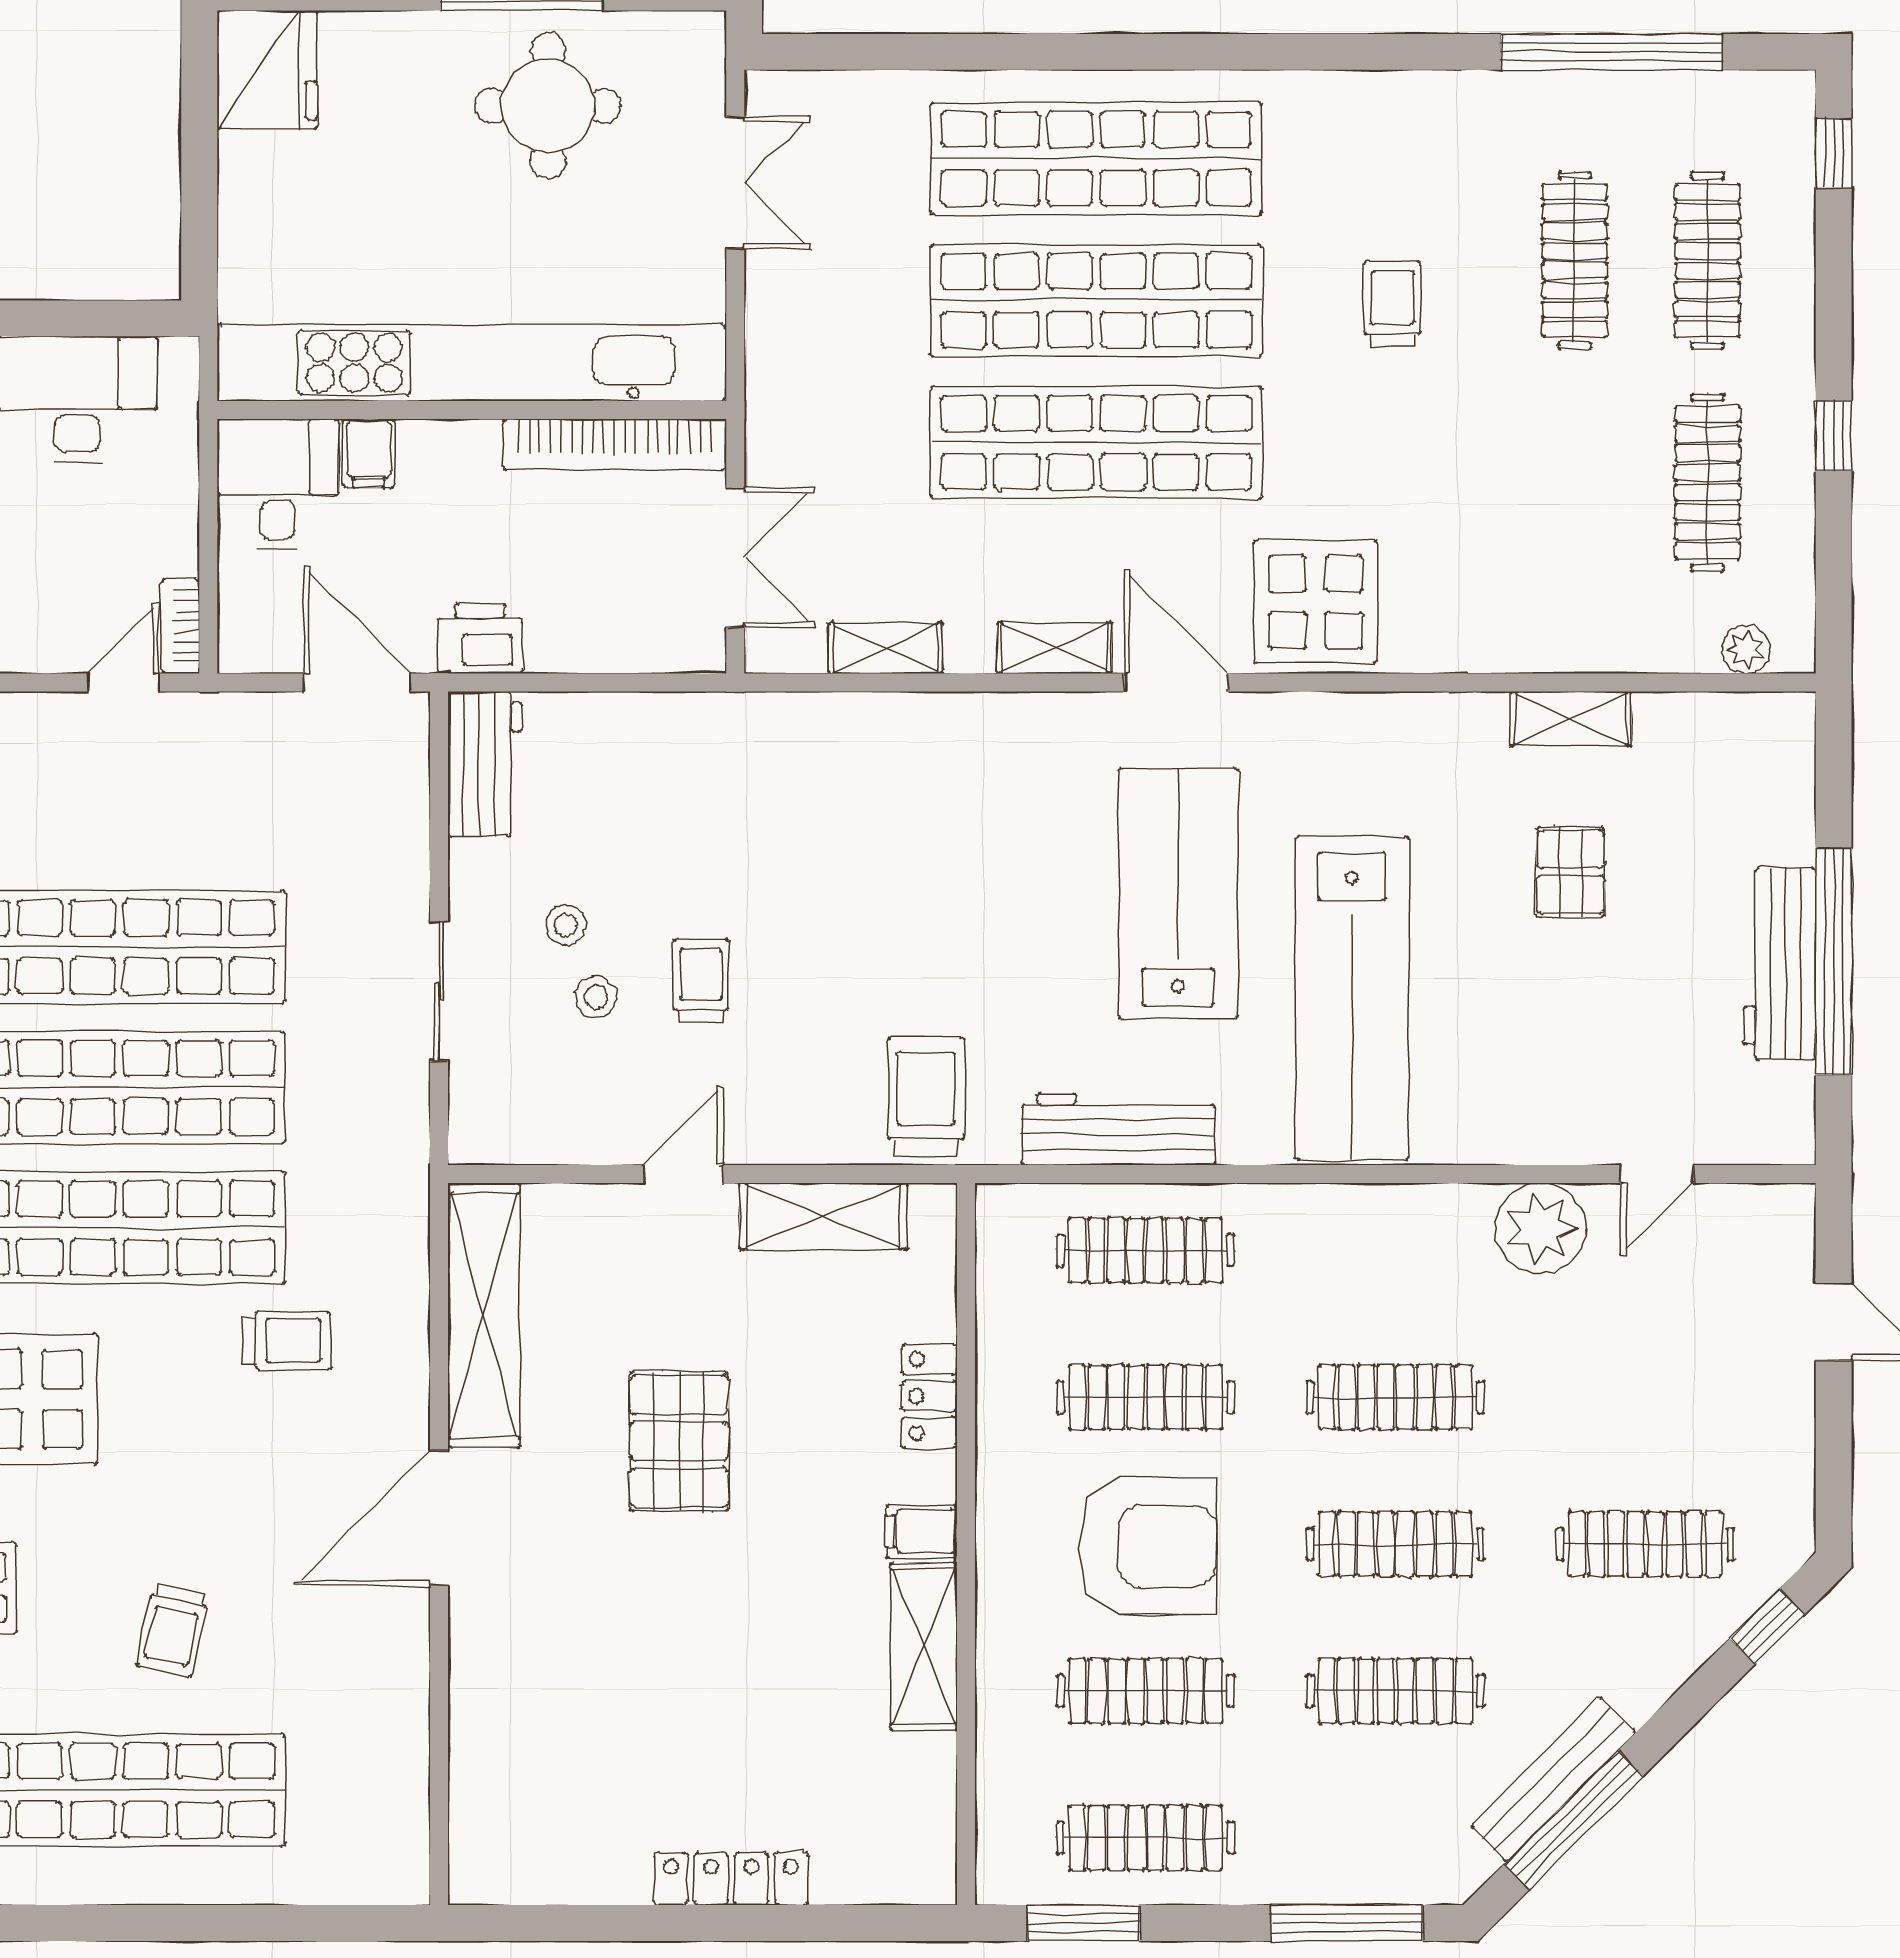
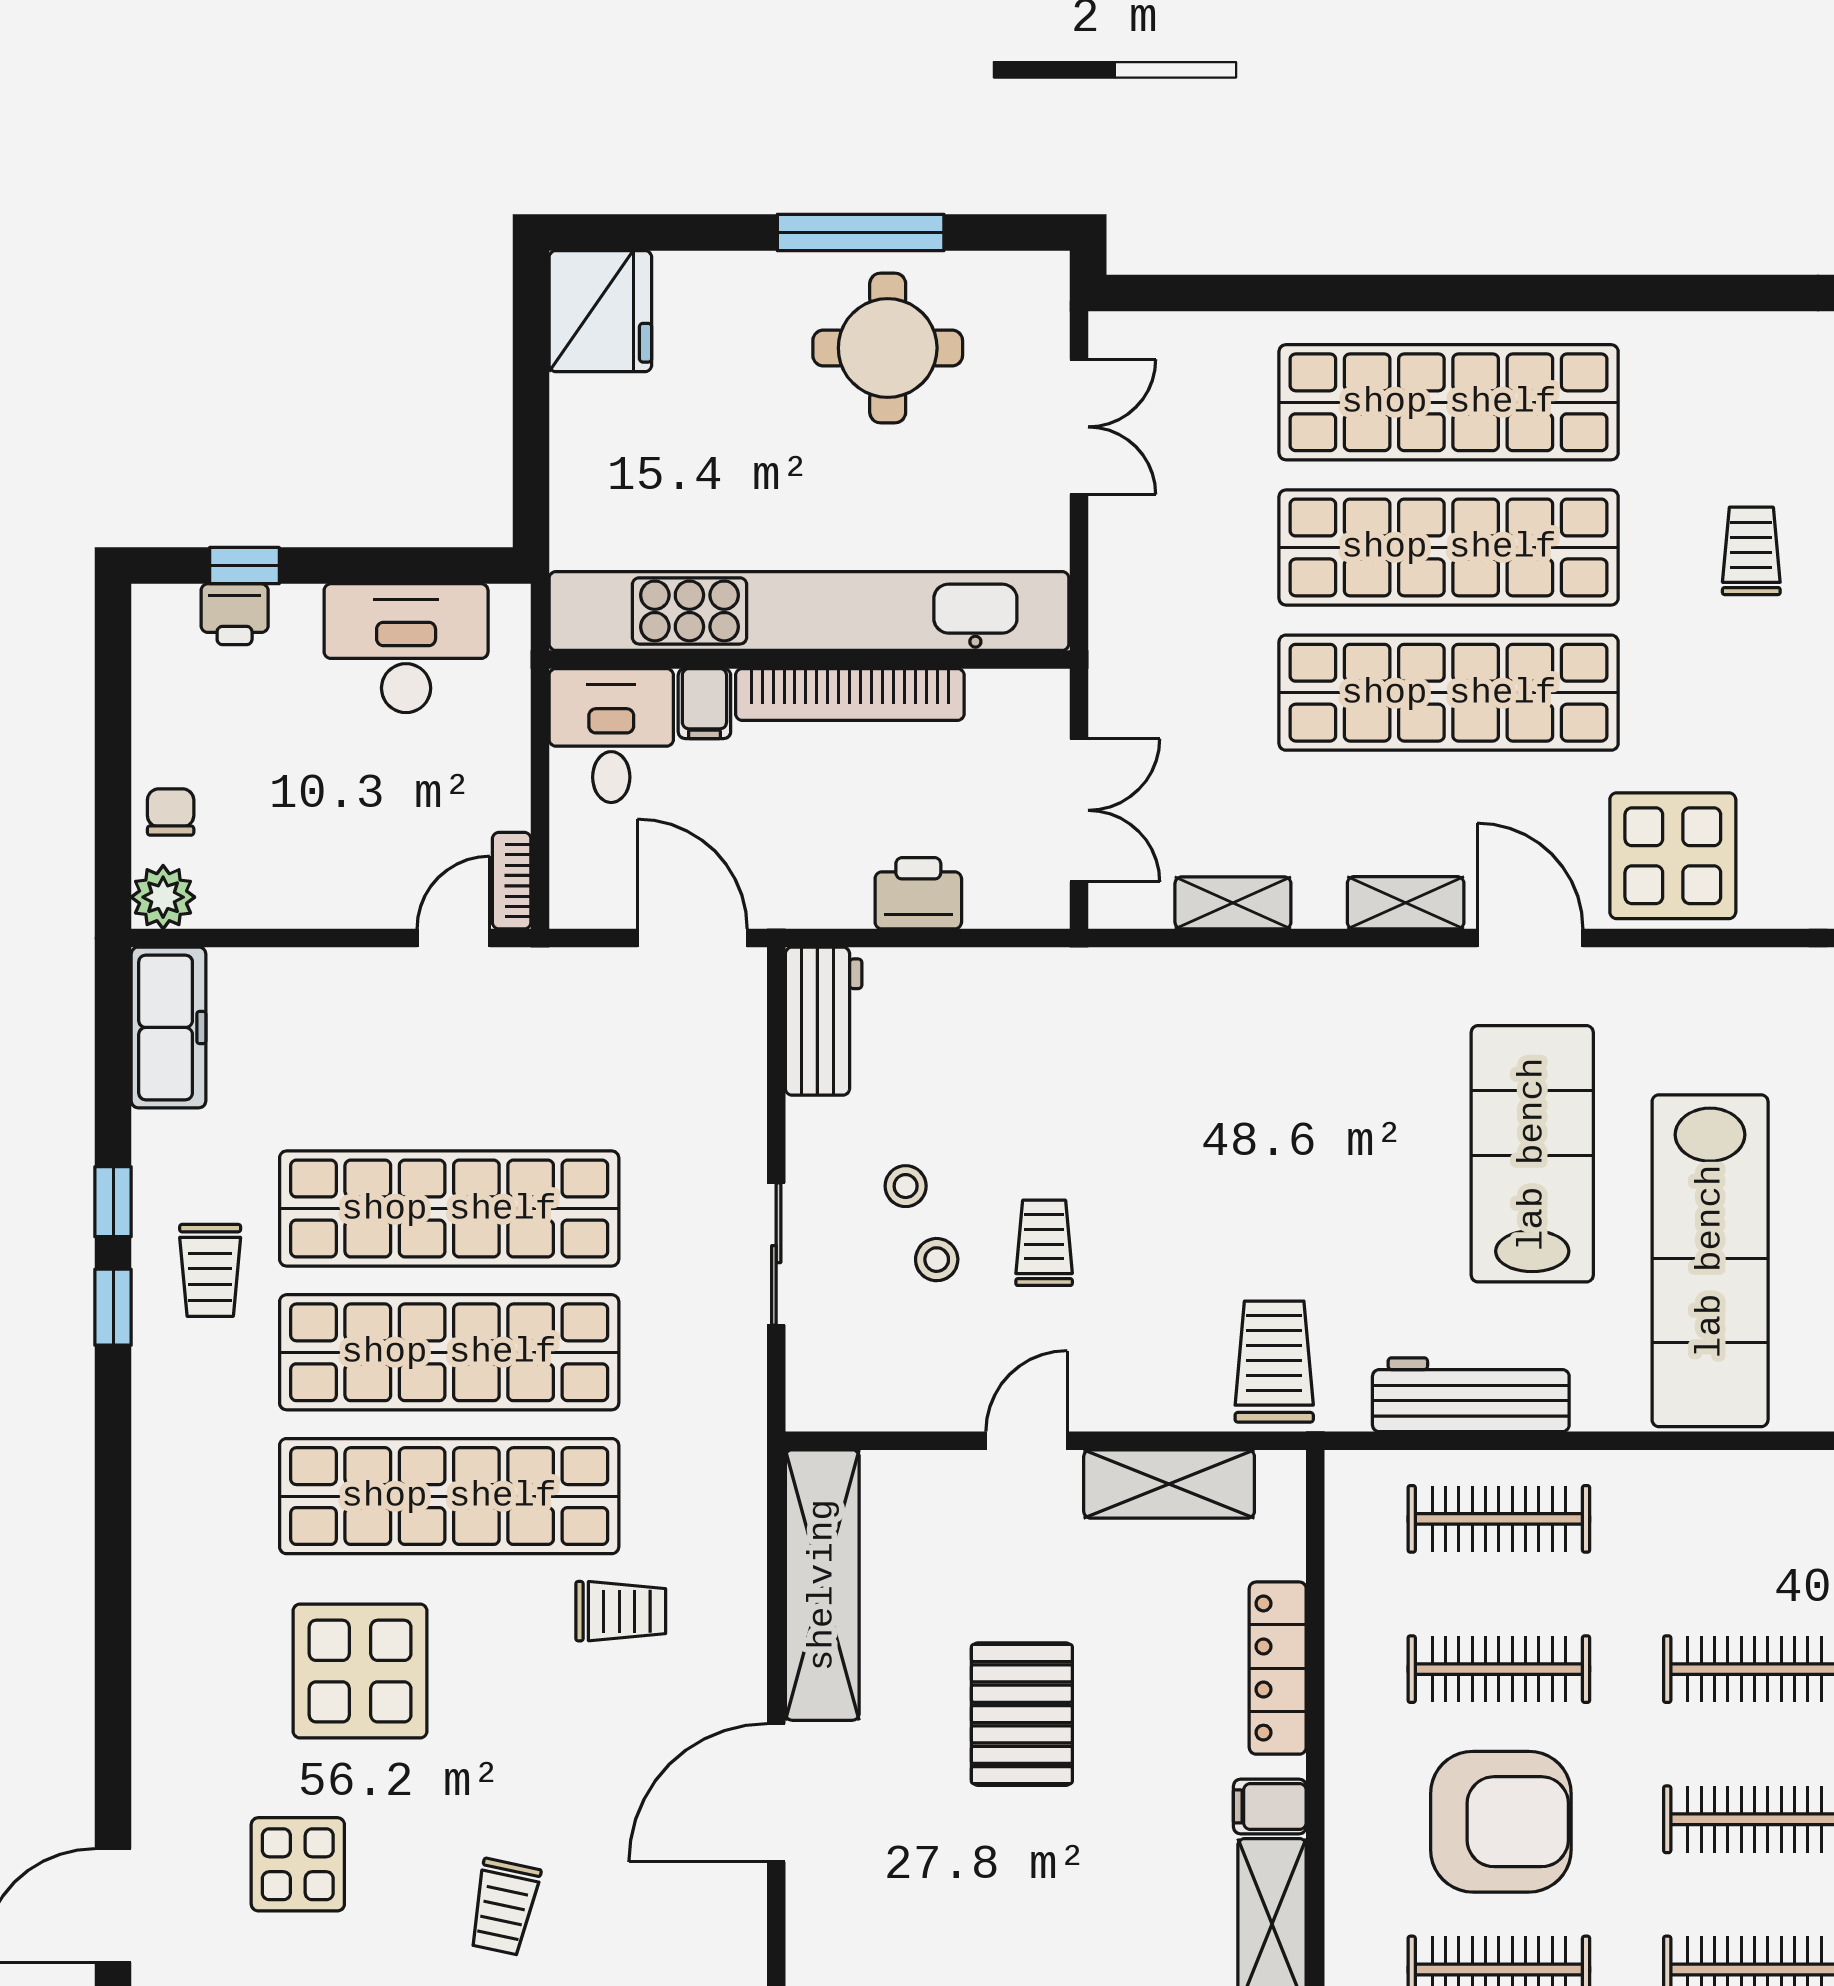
bookcase: (615, 444) -> (850, 694), moved
printer: (480, 639) -> (918, 893), moved
locker: (929, 1396) -> (1278, 1668), width x1.53

